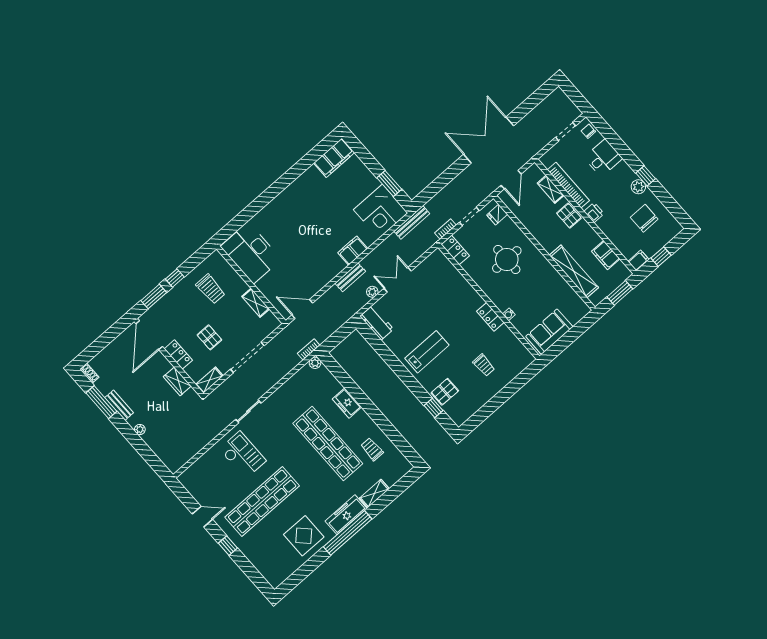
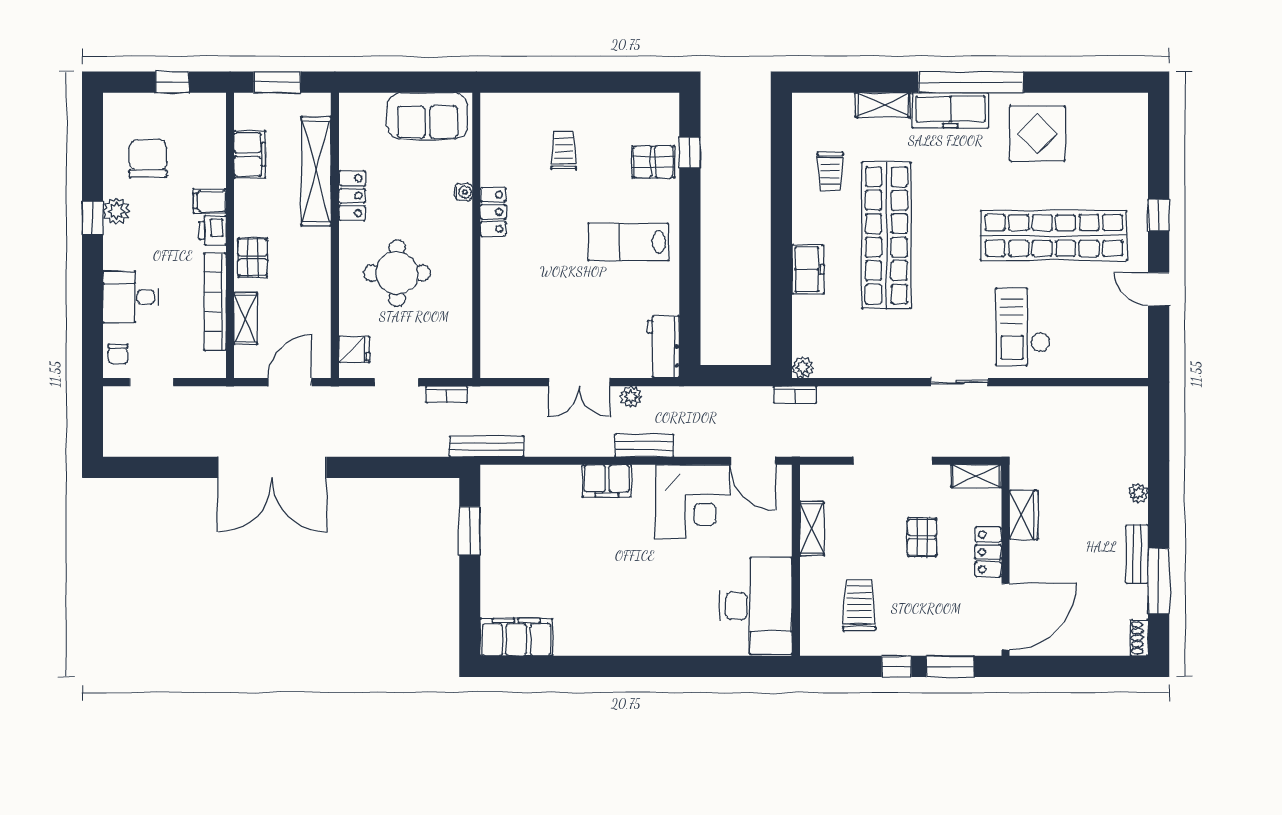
corner desk: (381, 211) -> (692, 502), moved, turned 90
chair: (644, 218) -> (148, 159), turned 180
locker: (455, 250) -> (352, 196), moved, turned 180
filing cabinet: (639, 261) -> (210, 201), moved

